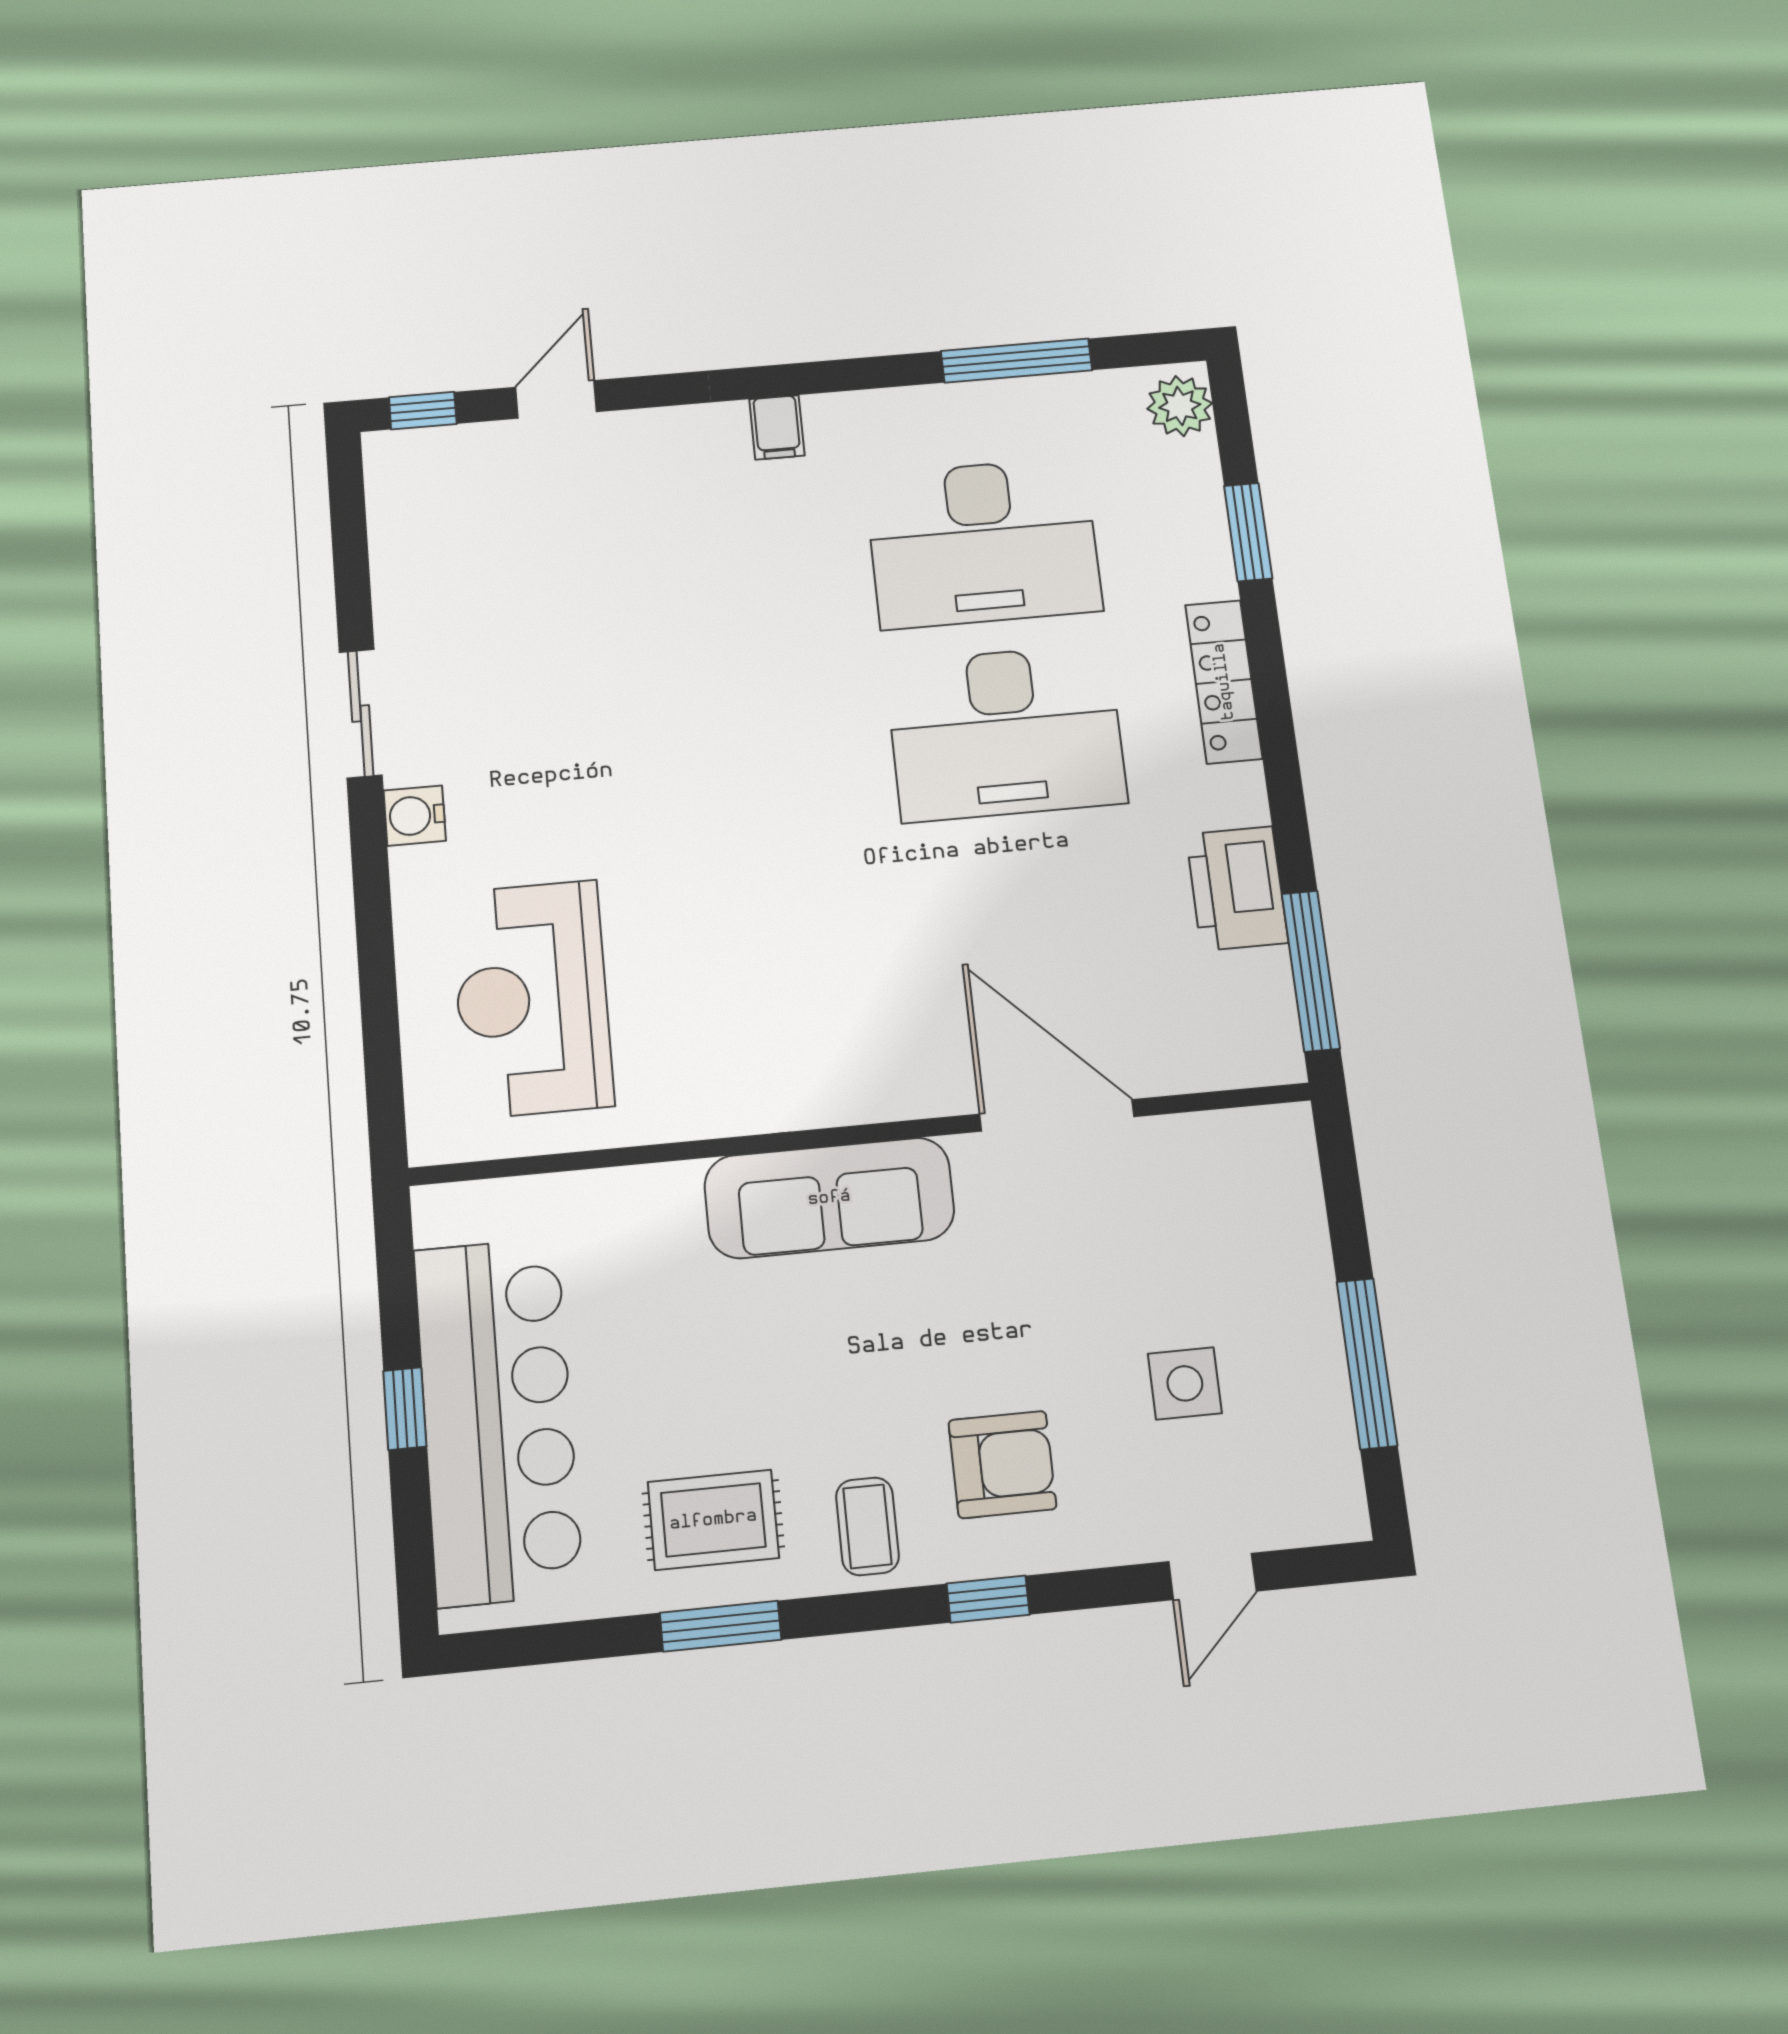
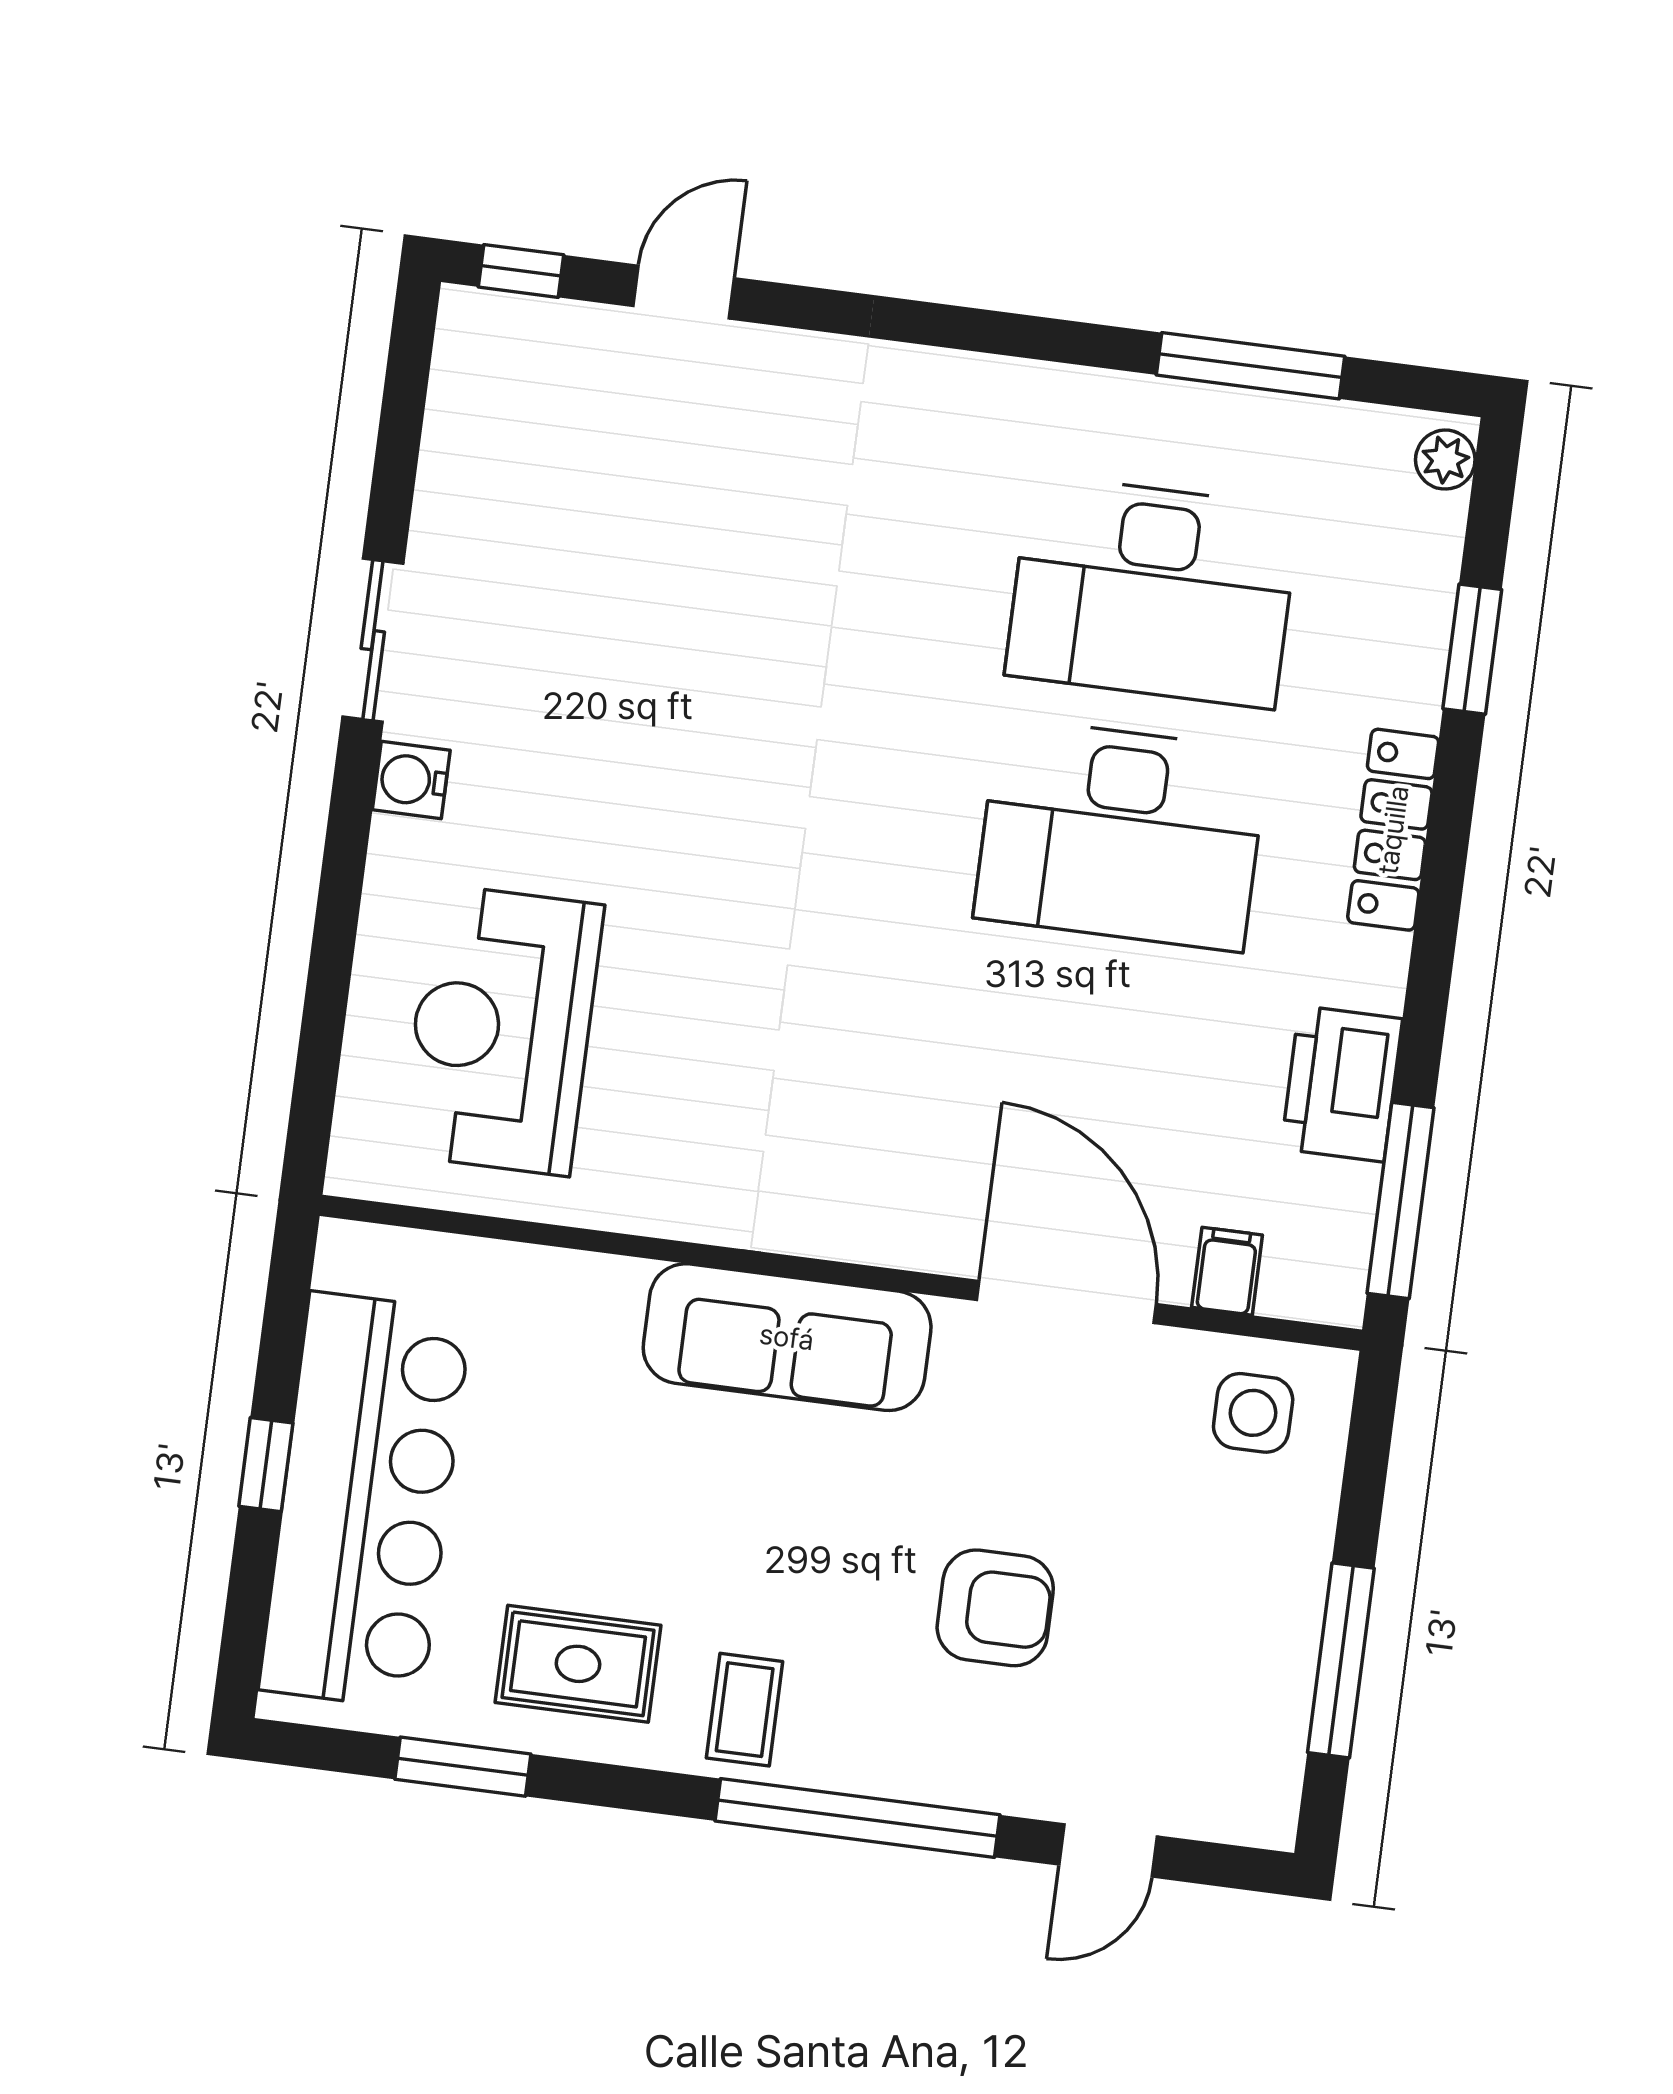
plant: (1180, 406) -> (1445, 460), width x0.73, depth x0.73
filing cabinet: (777, 427) -> (1227, 1271), moved, turned 180
side table: (1185, 1383) -> (1253, 1413), moved
armchair: (1002, 1465) -> (995, 1608), moved
window: (988, 1599) -> (857, 1818), width x3.17
window: (721, 1626) -> (463, 1767), moved

